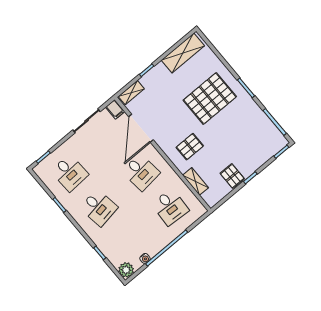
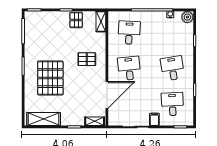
pallet: (210, 98) -> (50, 78), turned 90
filing cabinet: (115, 109) -> (154, 119), moved
shelving: (196, 181) -> (101, 21), moved

